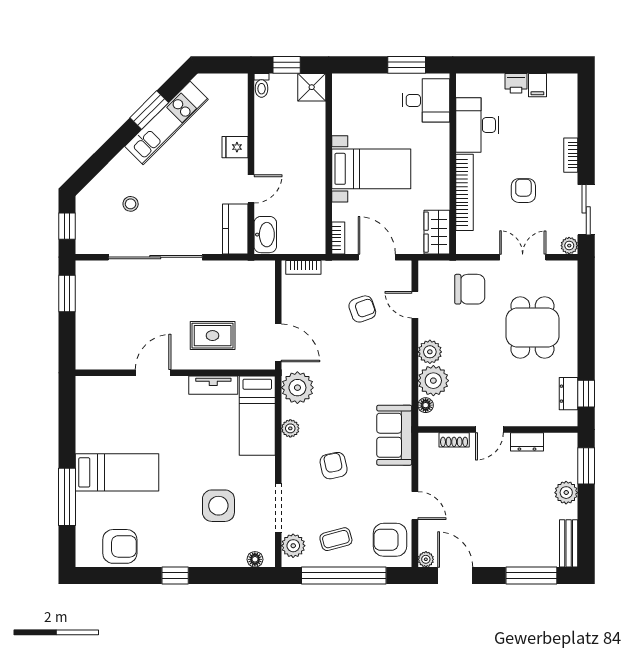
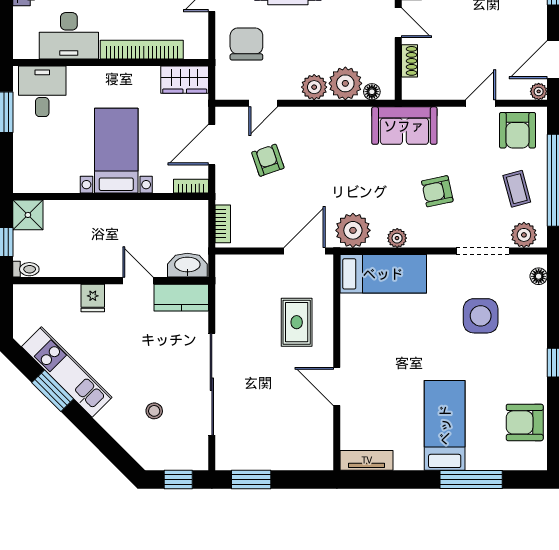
tv unit: (213, 385) -> (367, 460), moved, turned -90
armchair: (120, 546) -> (525, 422), turned -90

